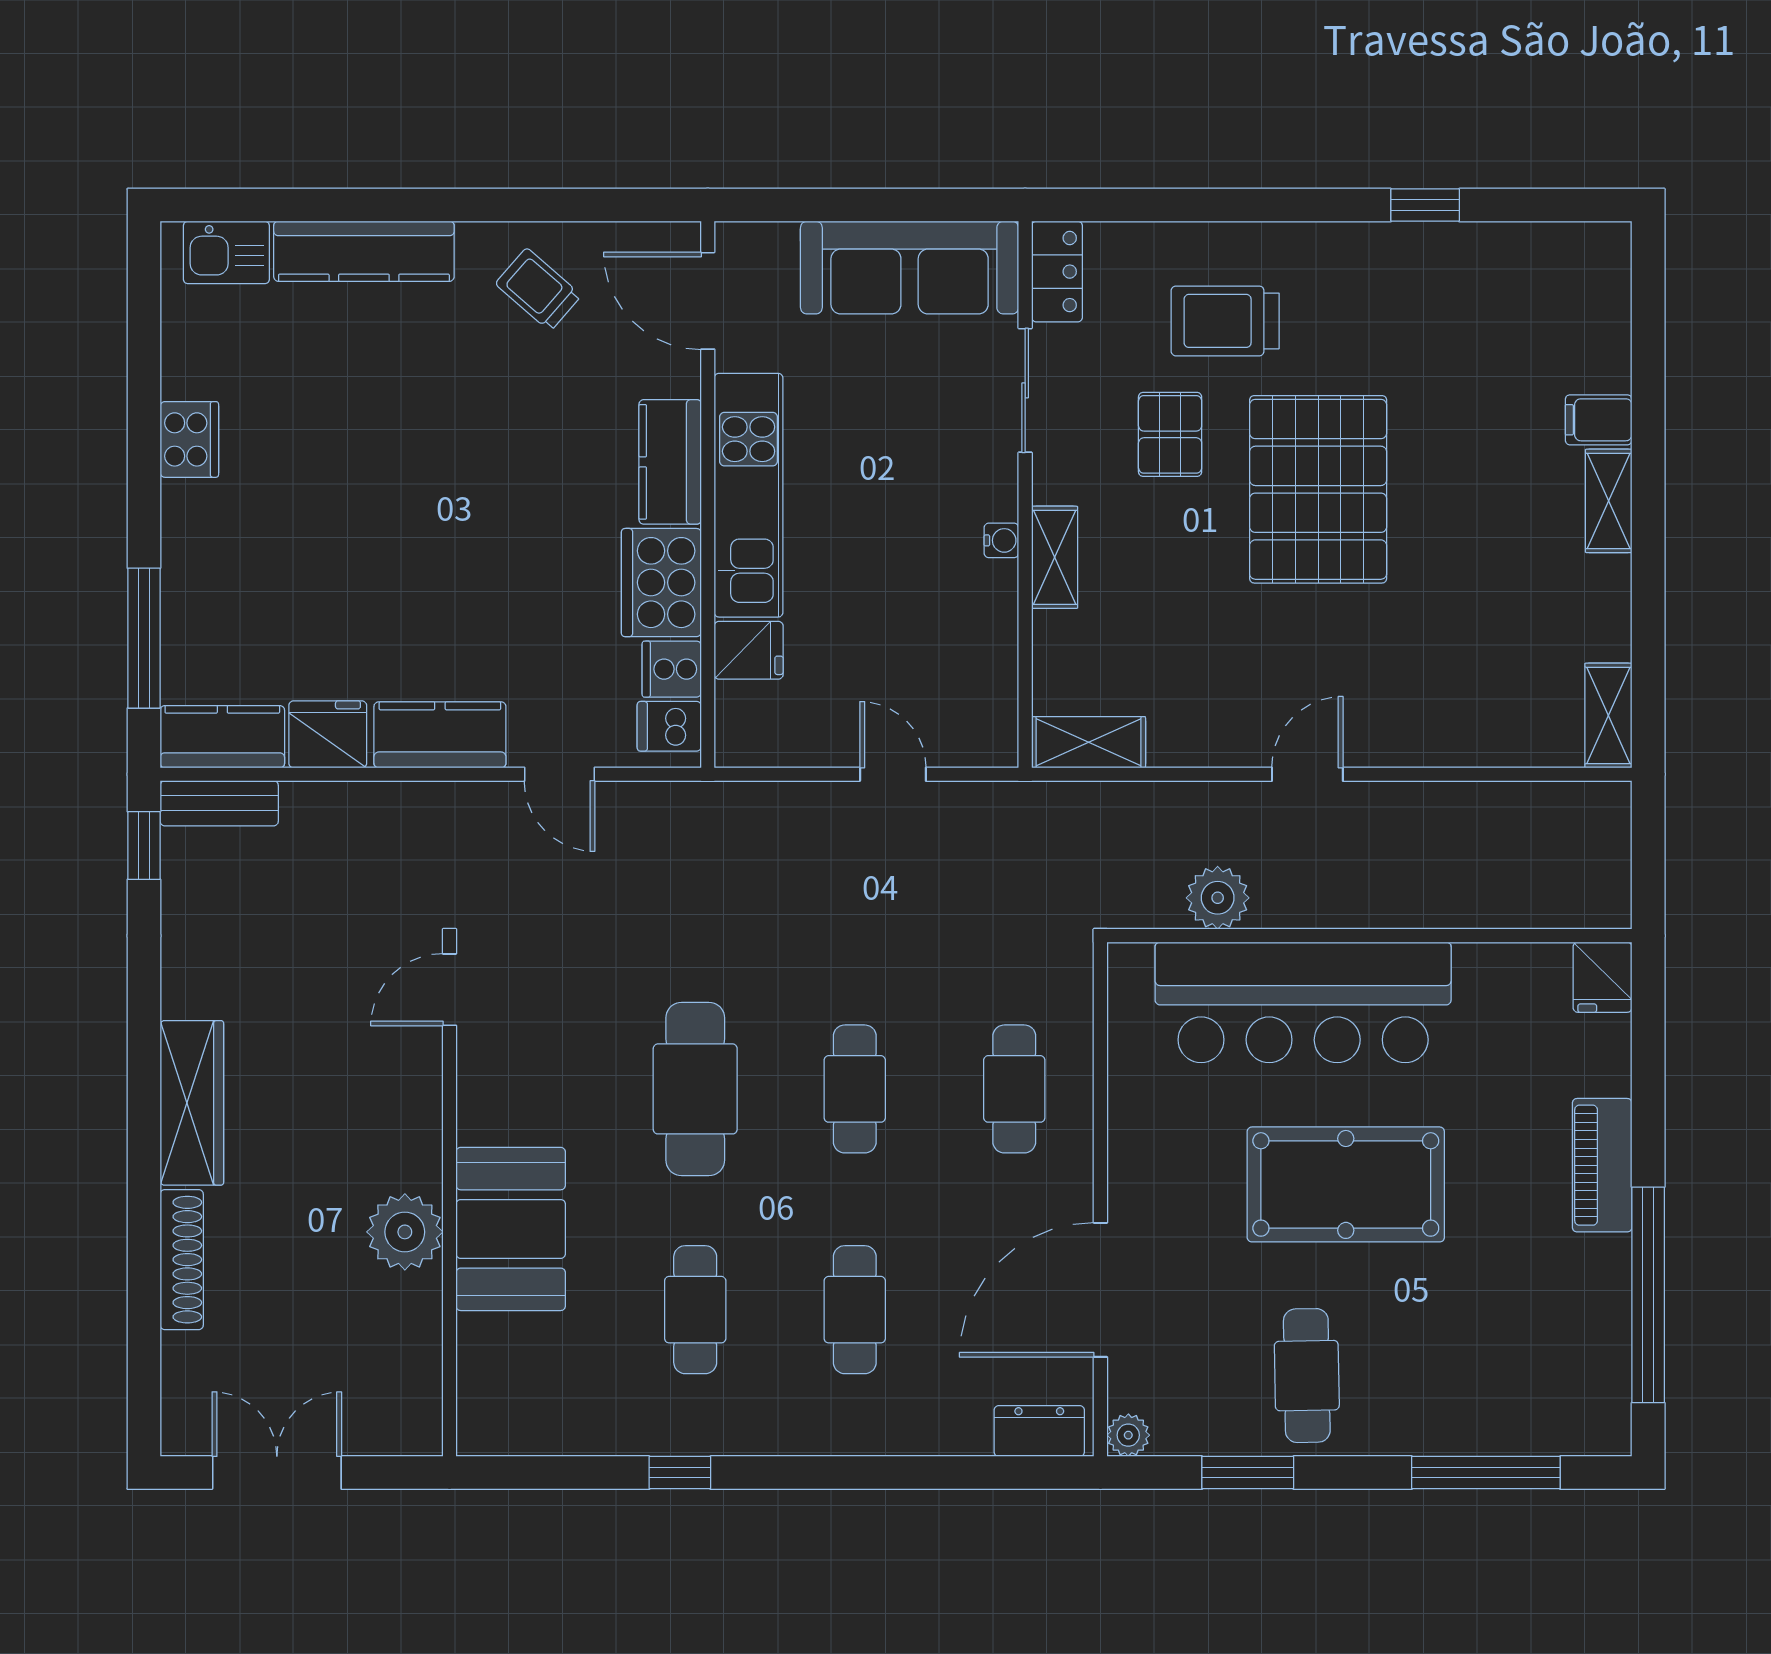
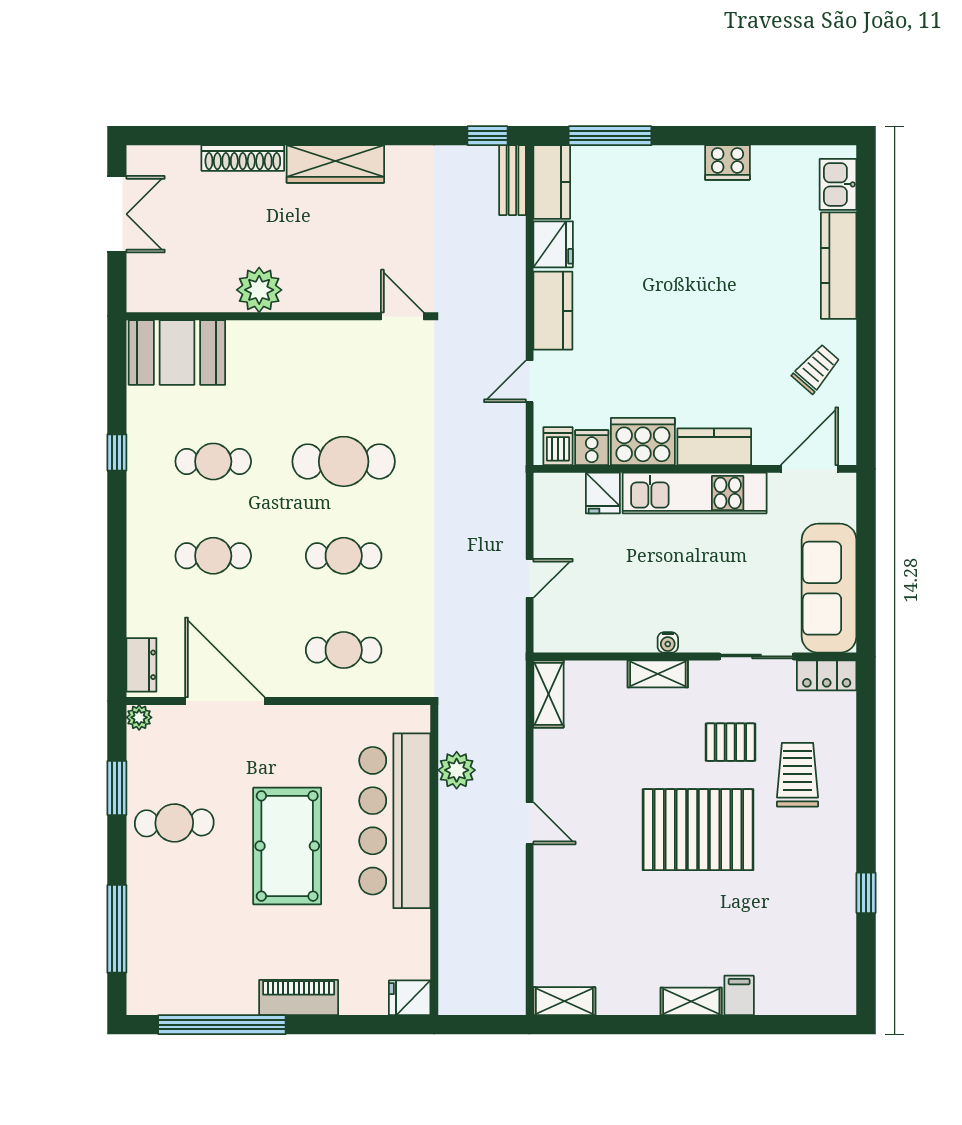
booth: (511, 1229) -> (177, 352), moved

